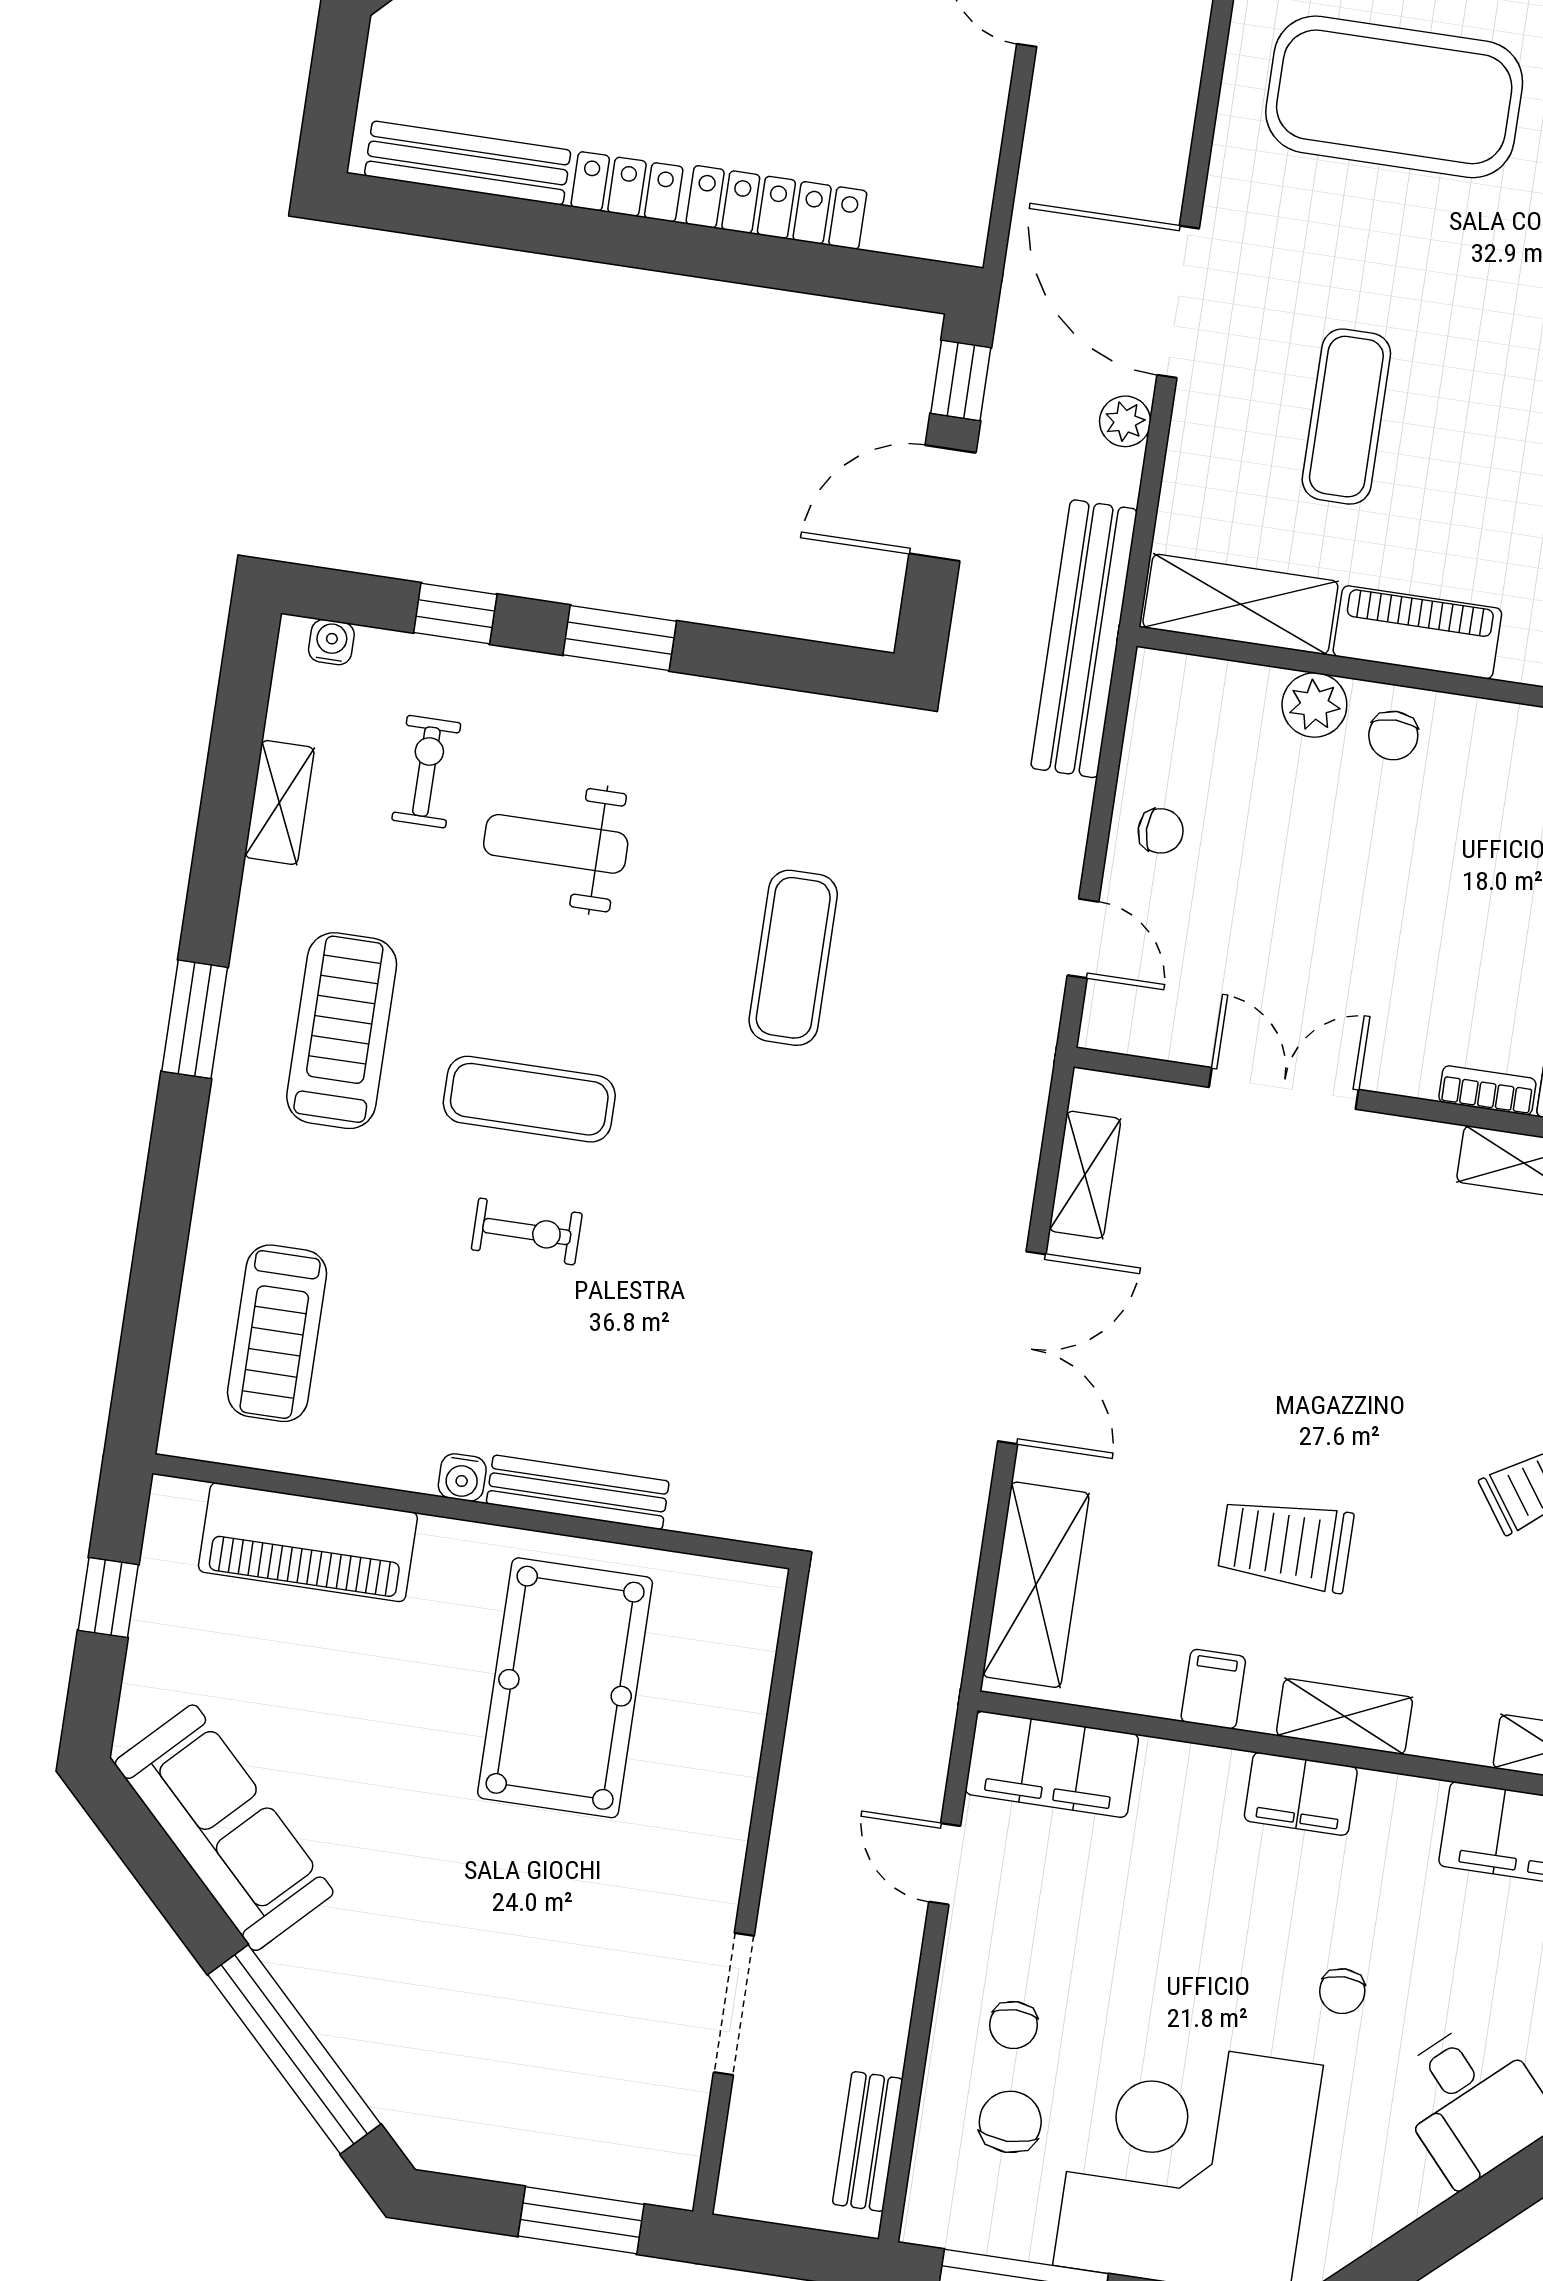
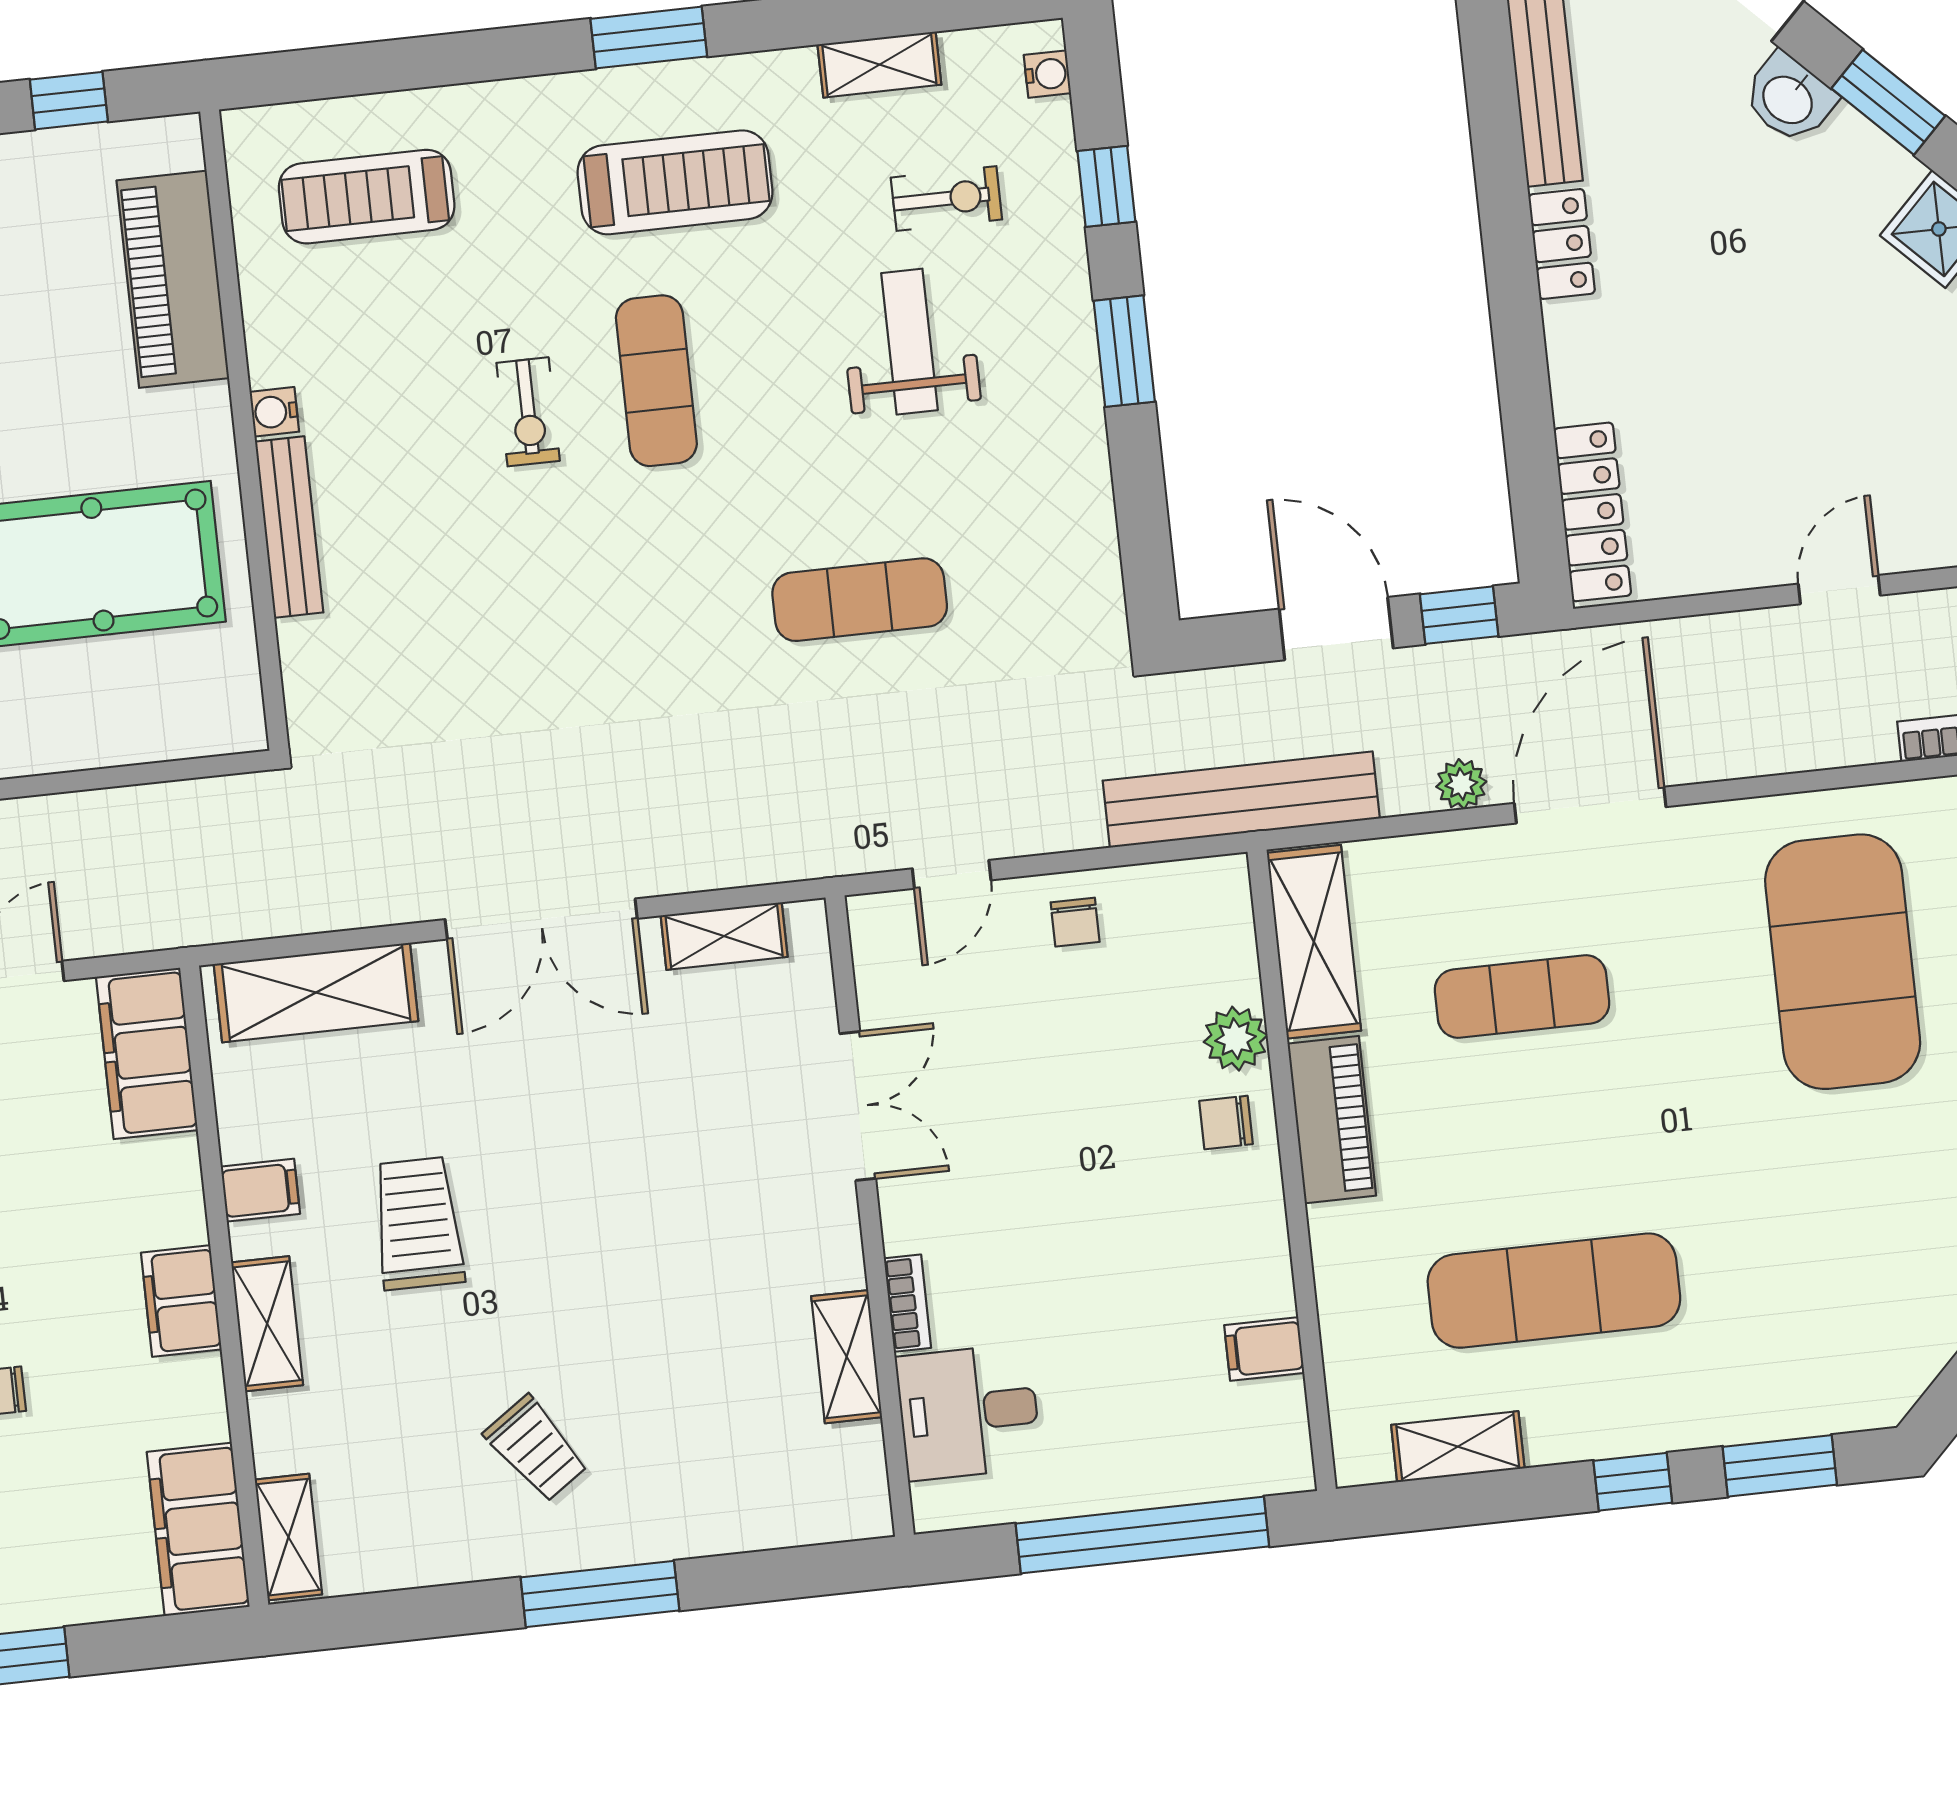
locker: (776, 207) -> (1592, 512), moved

